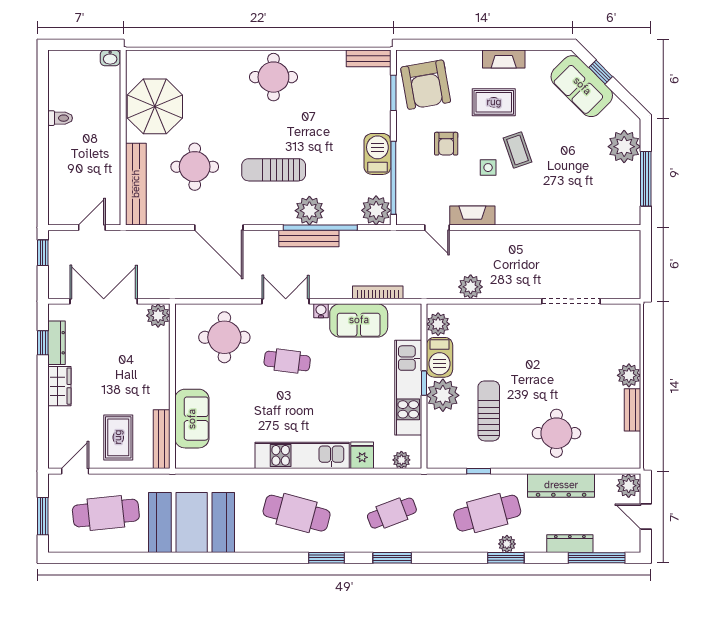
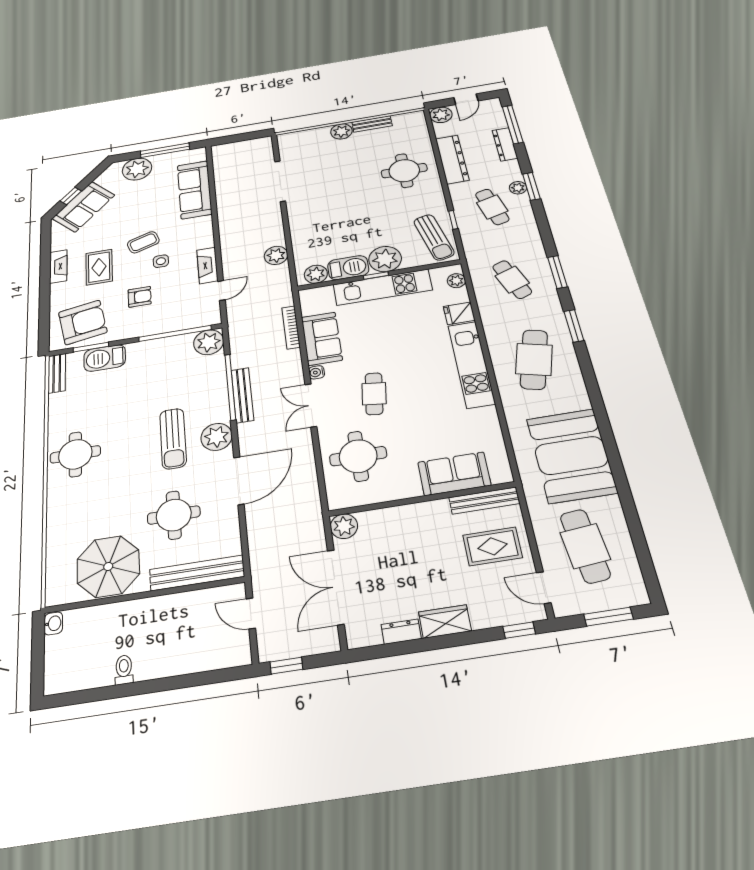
barbecue: (377, 154) -> (105, 358), moved
sofa: (580, 208) -> (195, 190), added
plant: (309, 211) -> (217, 437), moved
window: (43, 343) -> (519, 630), moved
dresser: (56, 343) -> (401, 632), width x0.70
sun lounger: (489, 411) -> (434, 237), moved, turned -104
cafe table: (487, 513) -> (492, 207), width x0.73, depth x0.74

